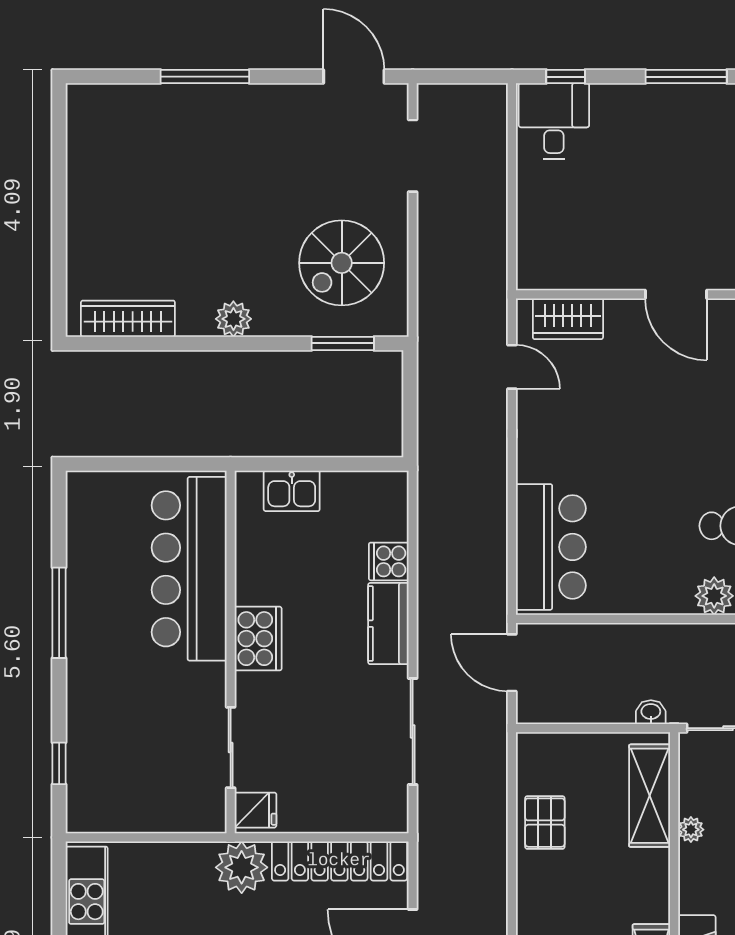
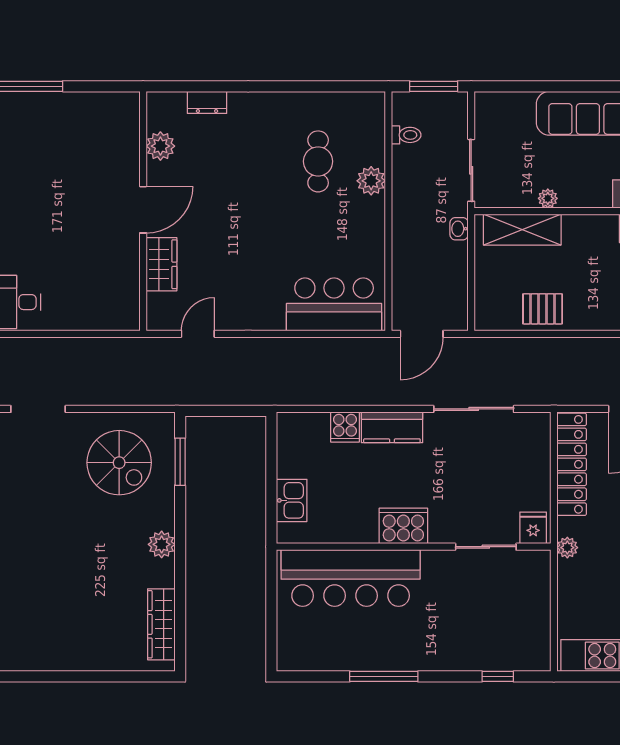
wardrobe: (568, 319) -> (161, 264), moved
plant: (242, 867) -> (567, 548), width x0.53, depth x0.53

